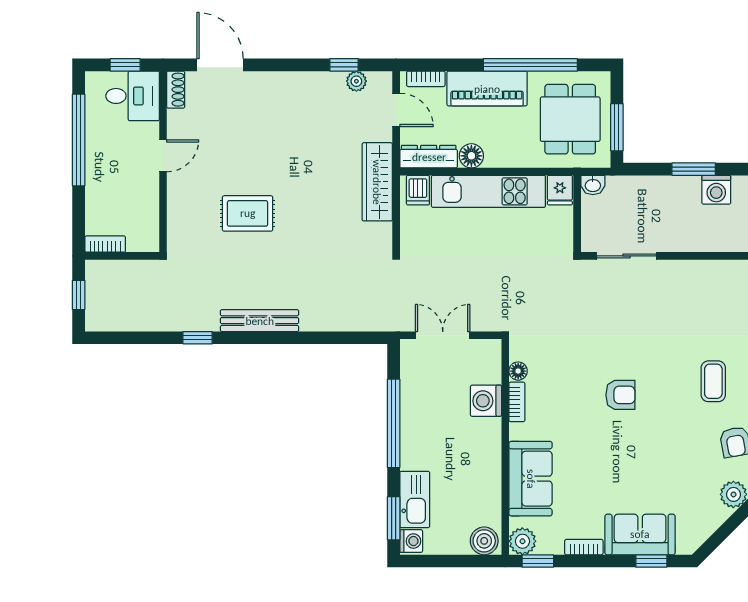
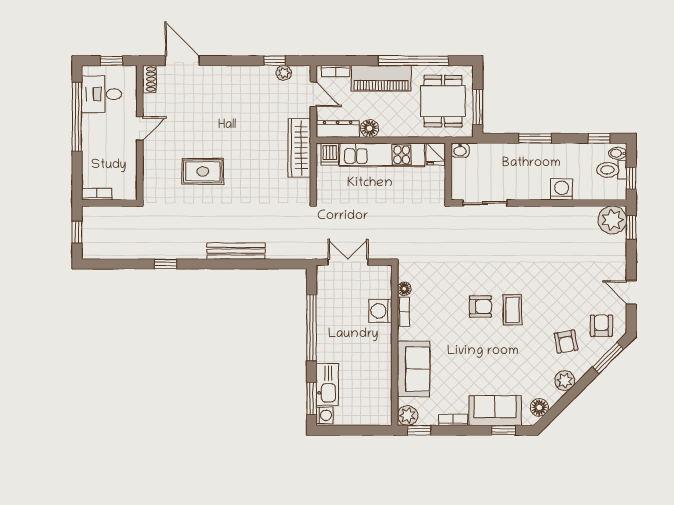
desk: (133, 96) -> (102, 94), moved, turned 180
washing machine: (716, 190) -> (562, 189), moved, turned 180
bench: (260, 321) -> (236, 251), moved
coffee table: (713, 381) -> (513, 310), moved
floor lamp: (699, 530) -> (539, 407), added
boiler: (484, 541) -> (379, 415), removed

